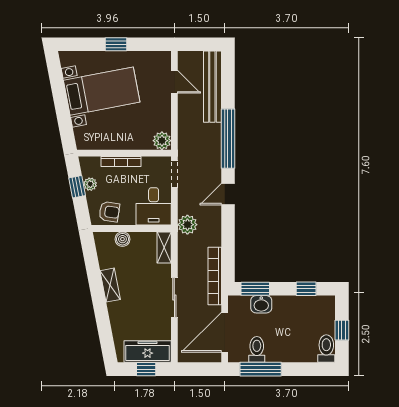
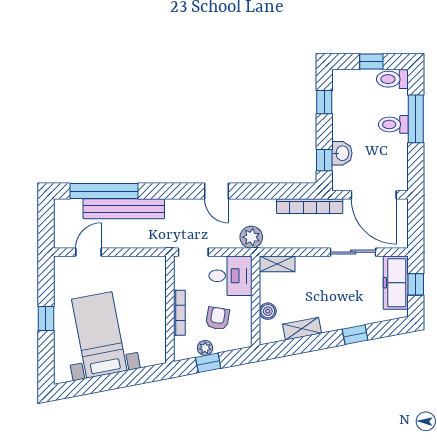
bench: (212, 87) -> (124, 209), moved
window: (228, 139) -> (104, 191), moved
plant: (162, 141) -> (156, 266), removed
armchair: (109, 212) -> (218, 318), moved
shelving: (110, 285) -> (302, 329), moved
window: (255, 289) -> (324, 160), width x0.67
sliding door: (174, 298) -> (353, 252), moved
window: (102, 316) -> (355, 335), added
toilet: (257, 349) -> (393, 124), moved
window: (261, 369) -> (416, 119), moved

